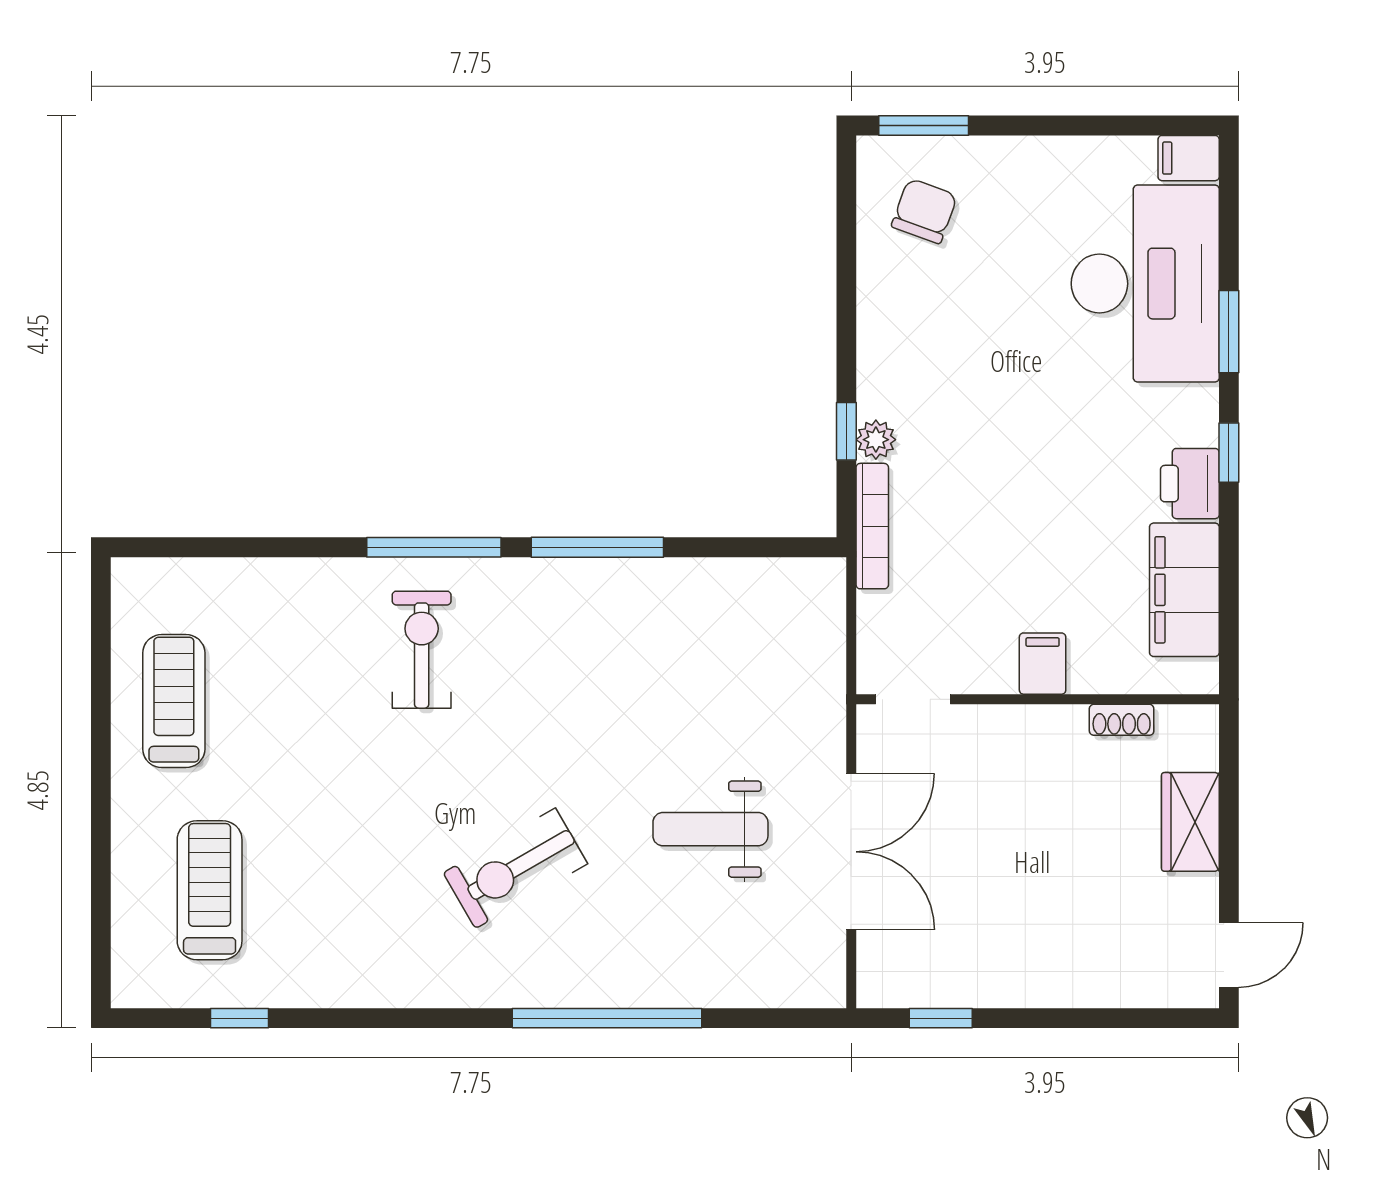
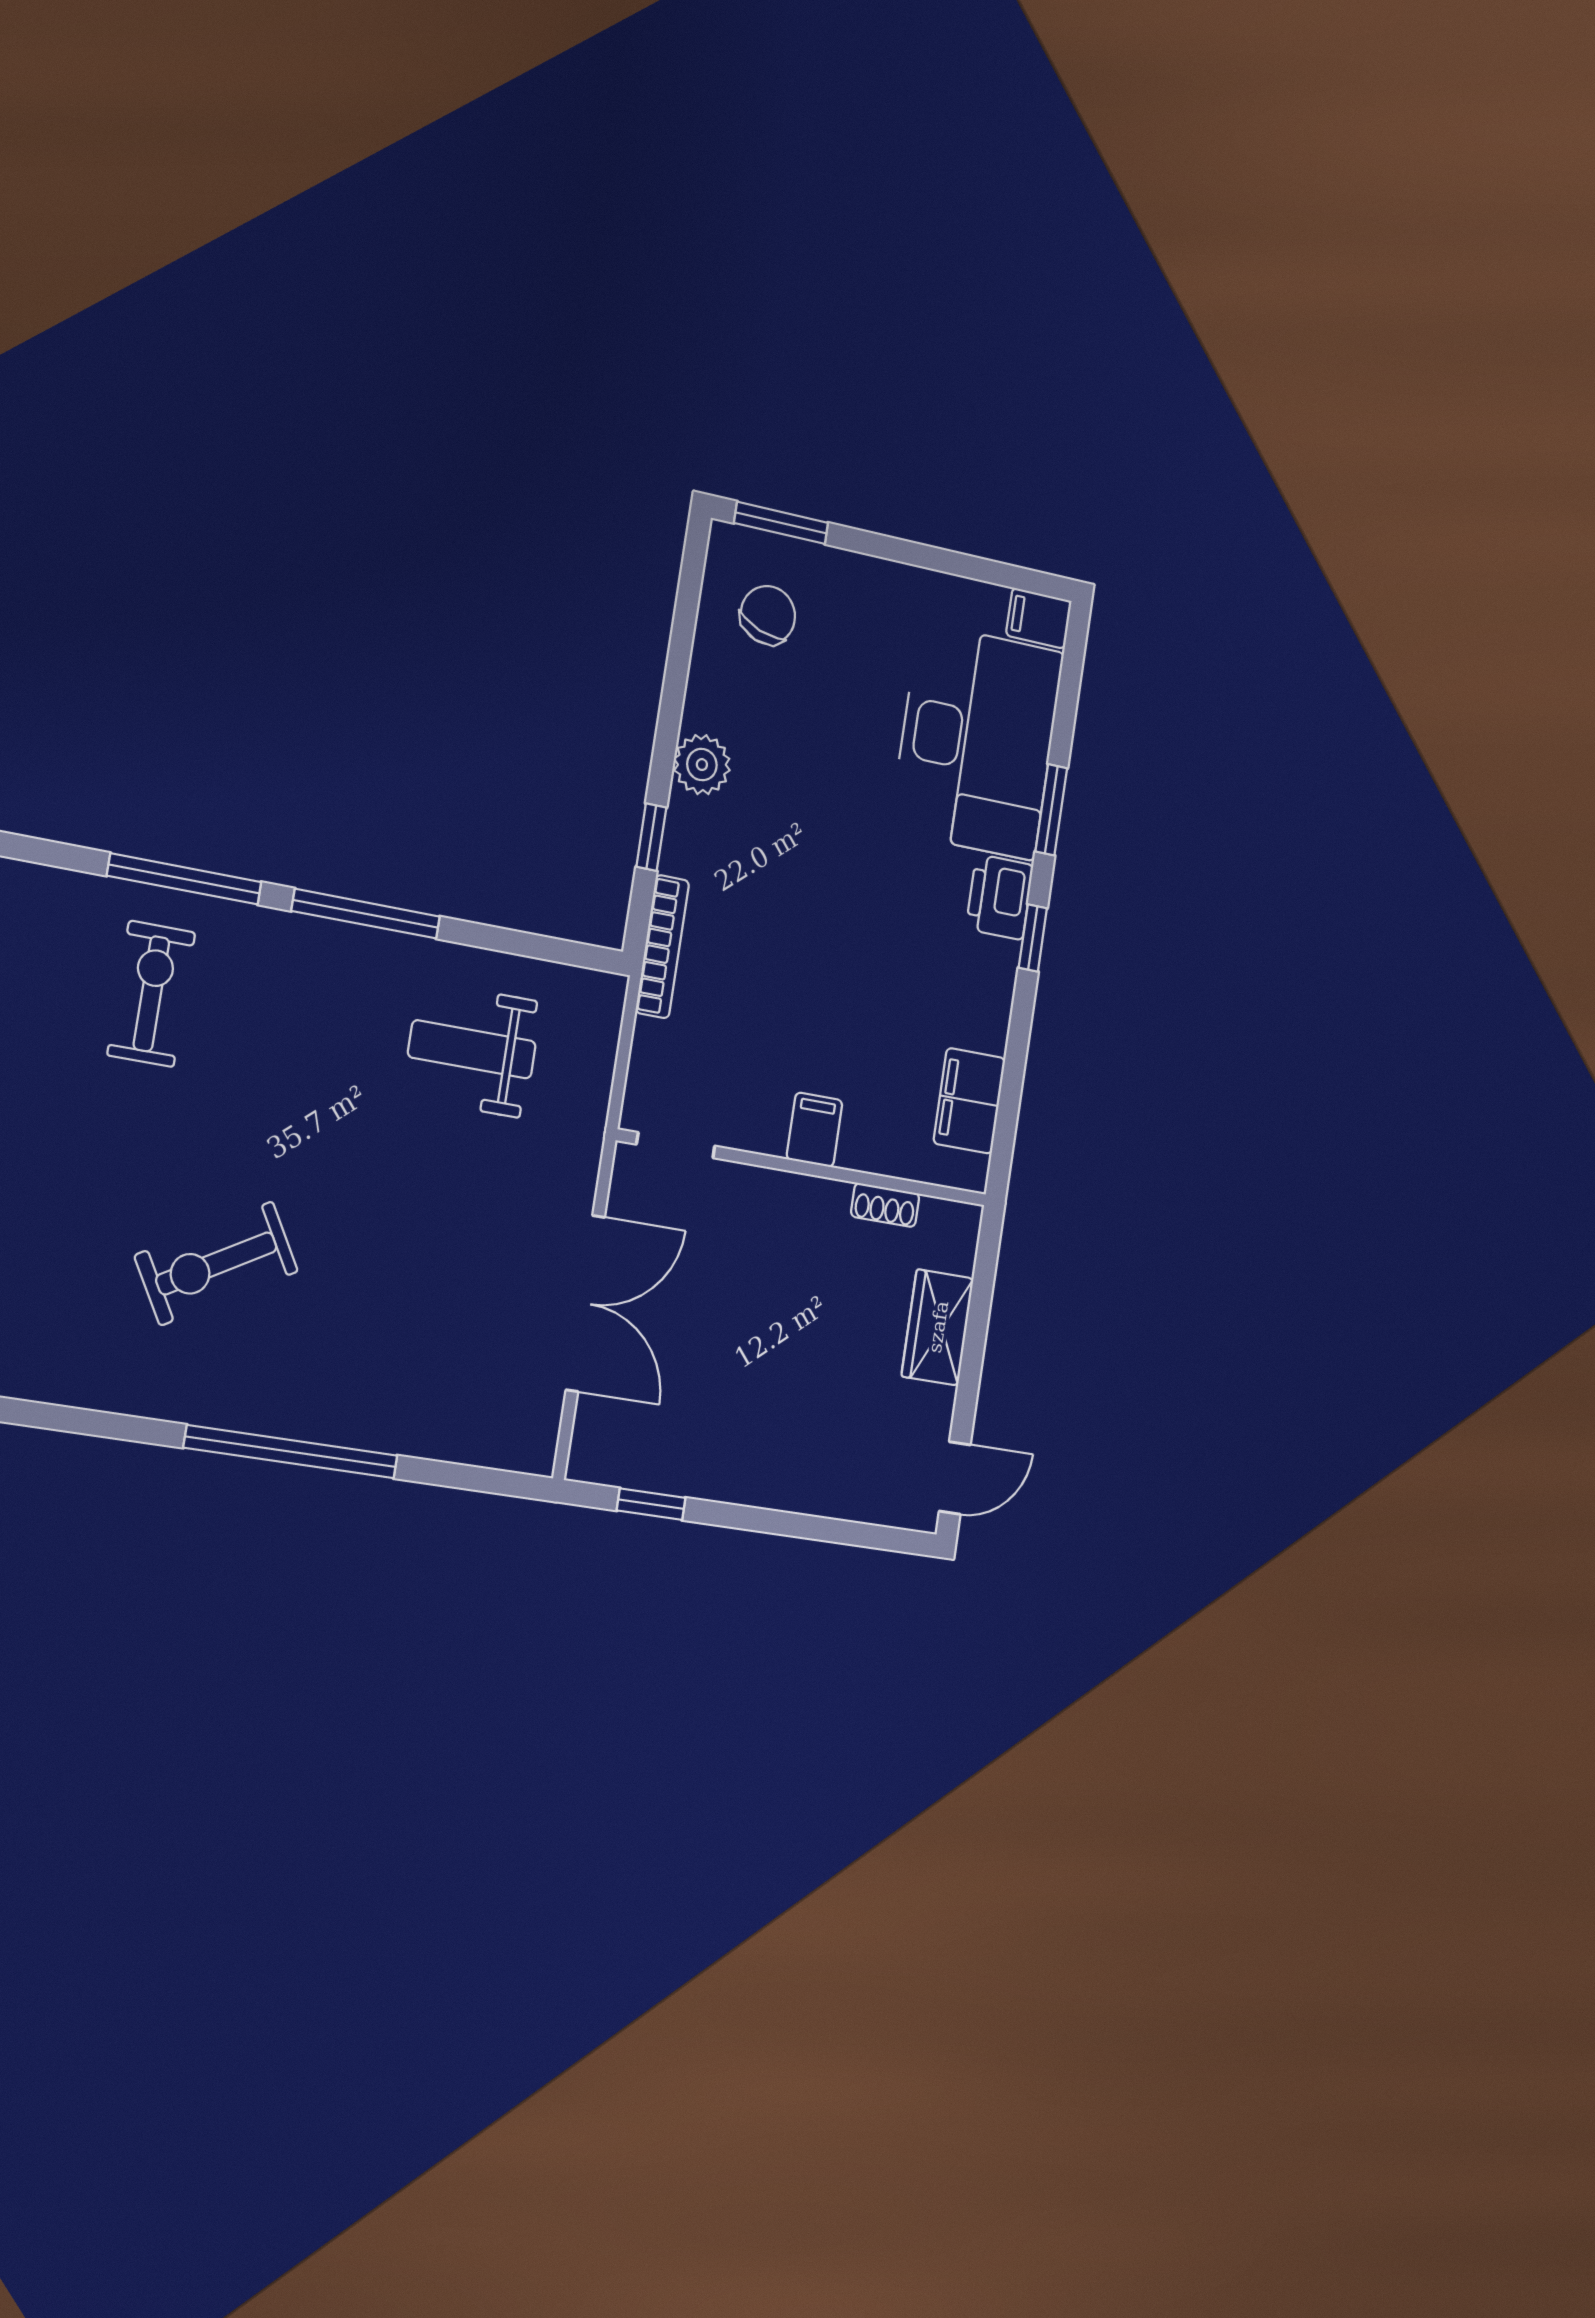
plant: (876, 440) -> (702, 765), moved, width x1.38, depth x1.38
printer: (1190, 484) -> (1000, 897), moved
filing cabinet: (1184, 590) -> (969, 1101), width x0.67, depth x0.86
weight bench: (710, 829) -> (472, 1049), moved

